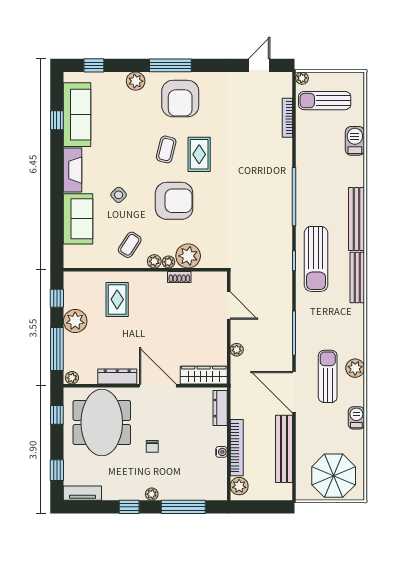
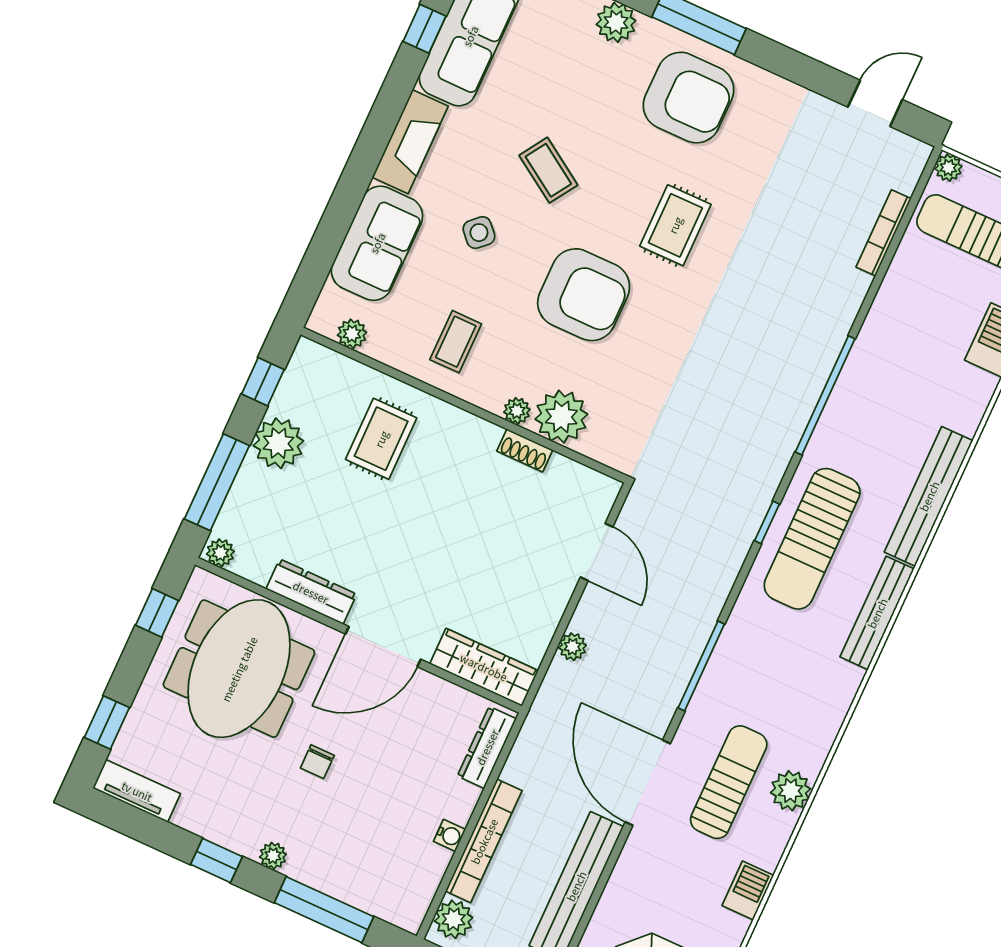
armchair: (180, 99) -> (688, 98), turned -90
coffee table: (166, 149) -> (548, 170), moved, turned -71
coffee table: (130, 245) -> (456, 342), turned -33
plant: (154, 261) -> (352, 334), moved
door: (158, 386) -> (383, 647), swing flipped

